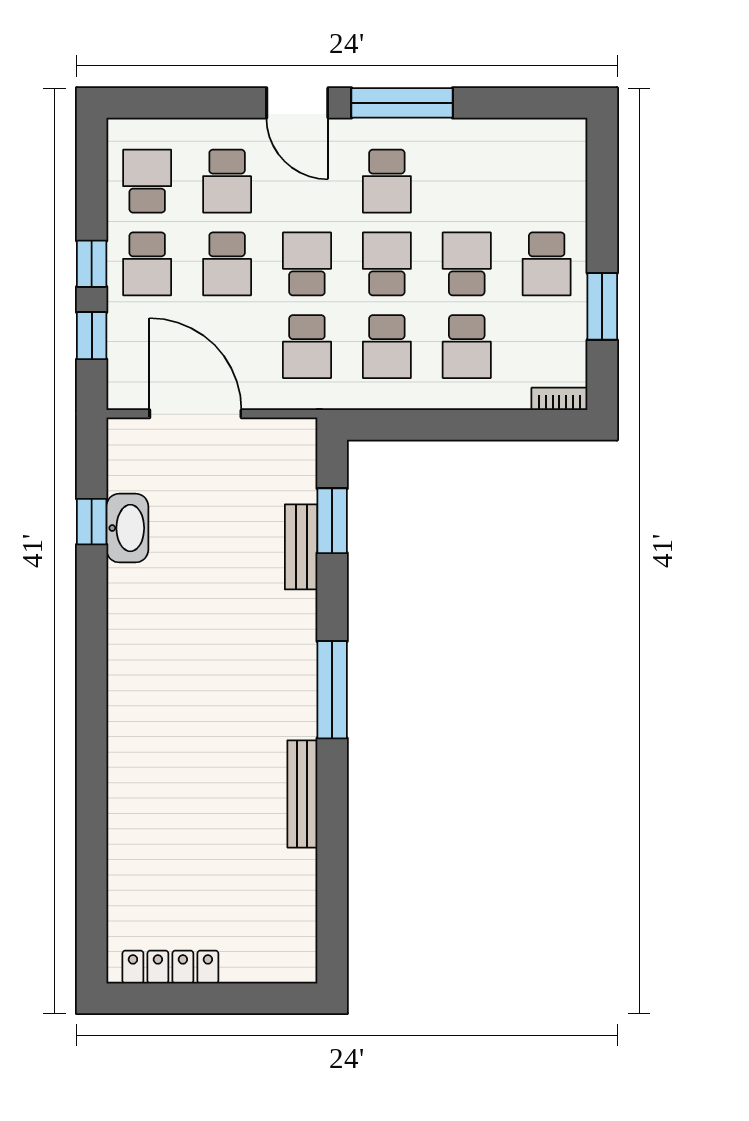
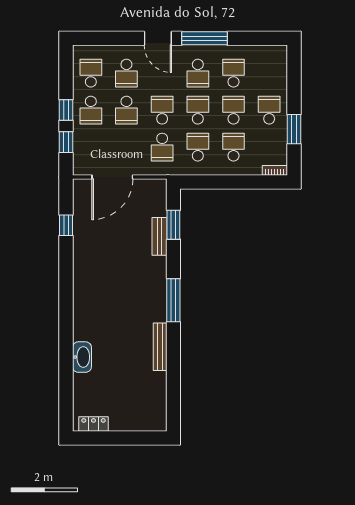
school desk: (467, 181) -> (233, 73), added
school desk: (547, 264) -> (269, 110), turned 180
school desk: (387, 347) -> (198, 147), turned 180
school desk: (467, 347) -> (233, 147), turned 180
door: (195, 414) -> (112, 177), swing flipped
washbasin: (127, 528) -> (82, 357), moved
locker: (170, 967) -> (93, 424), width x0.66

